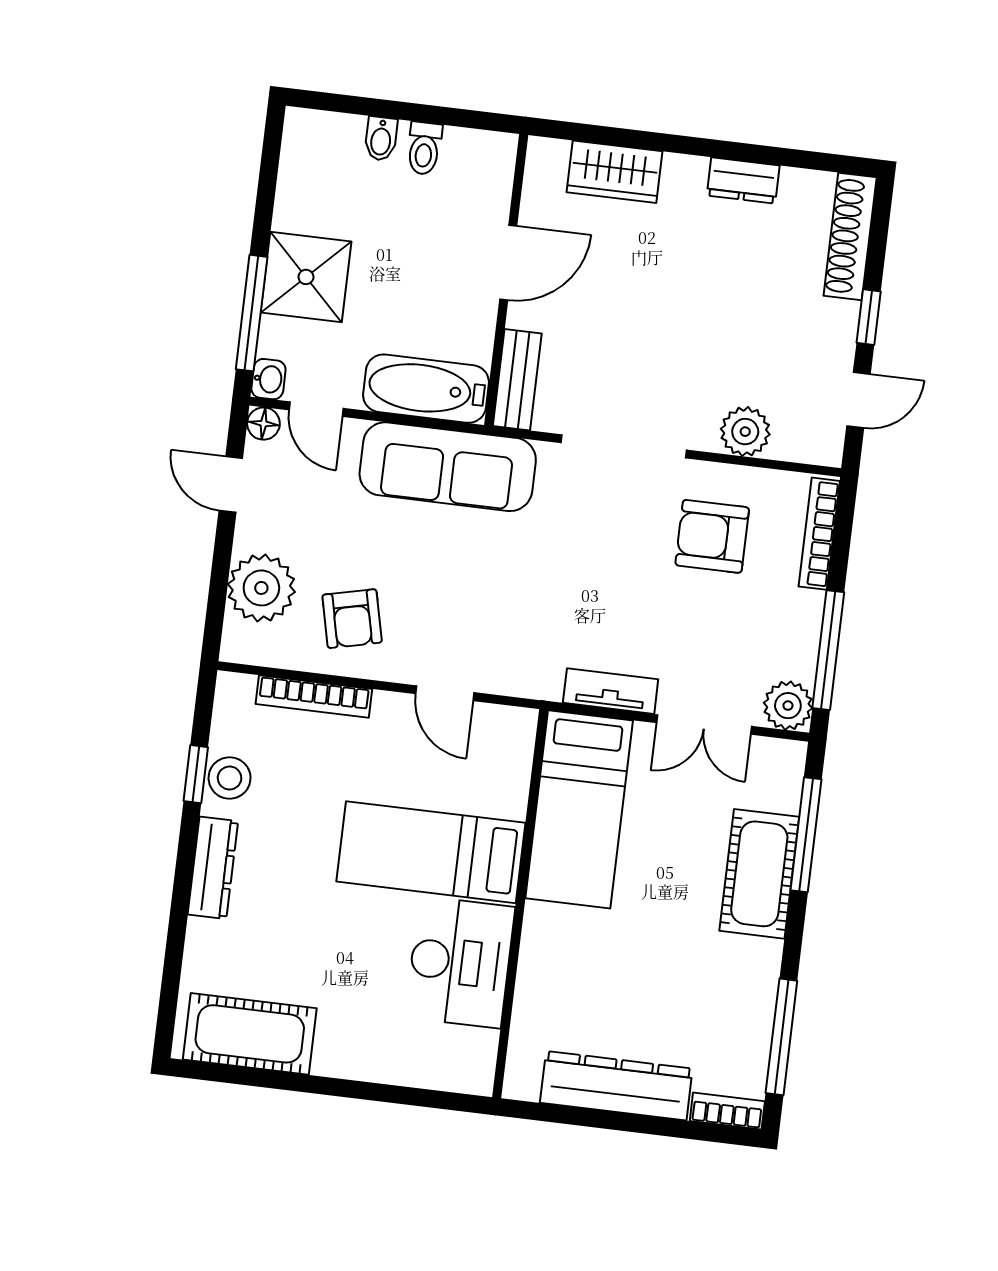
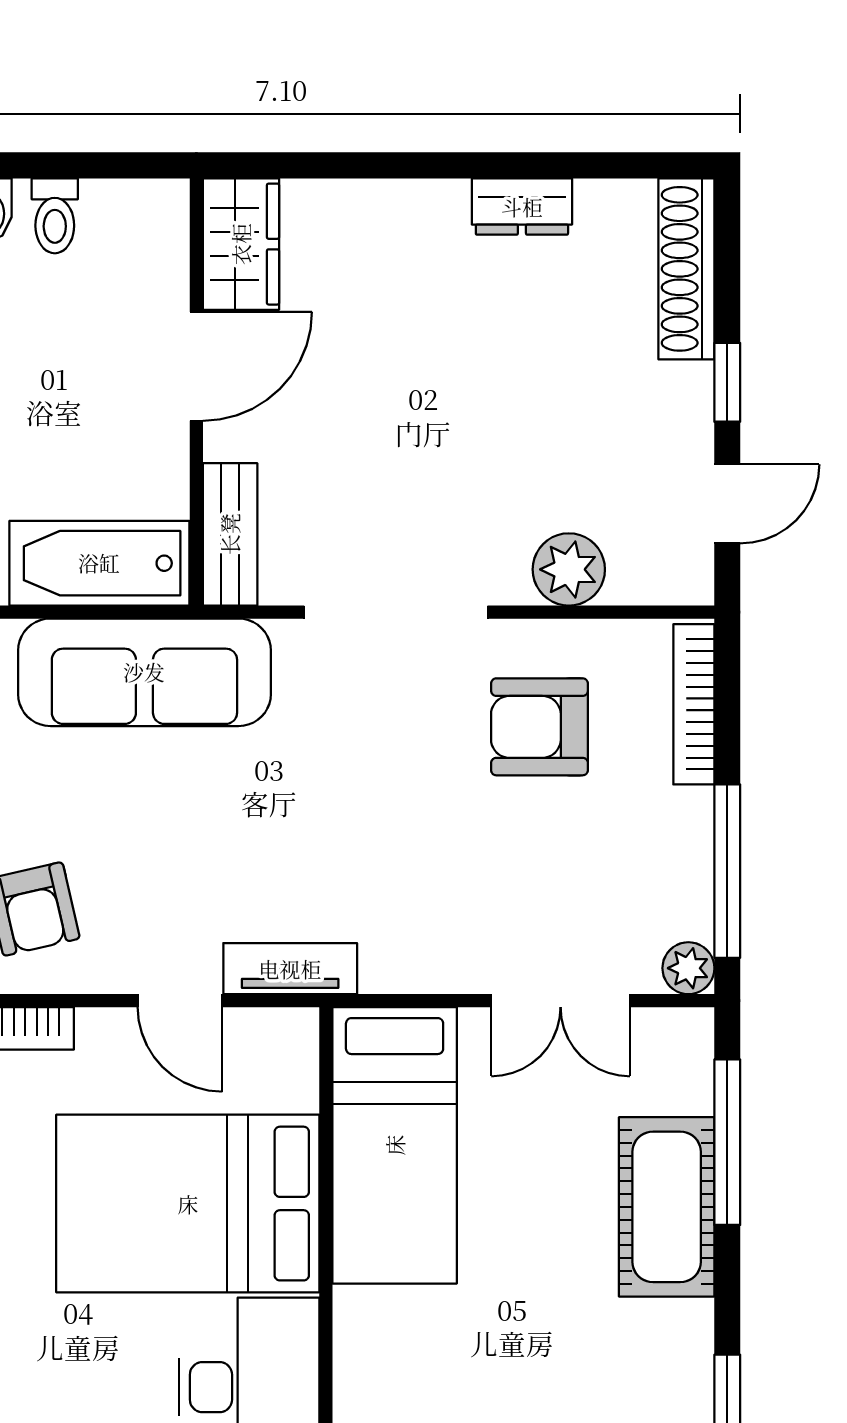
wardrobe: (615, 172) -> (241, 244), moved, turned -90
tv unit: (611, 691) -> (290, 969), moved
plant: (788, 706) -> (688, 968), width x0.73, depth x0.73
bed: (431, 852) -> (188, 1204), width x1.50

